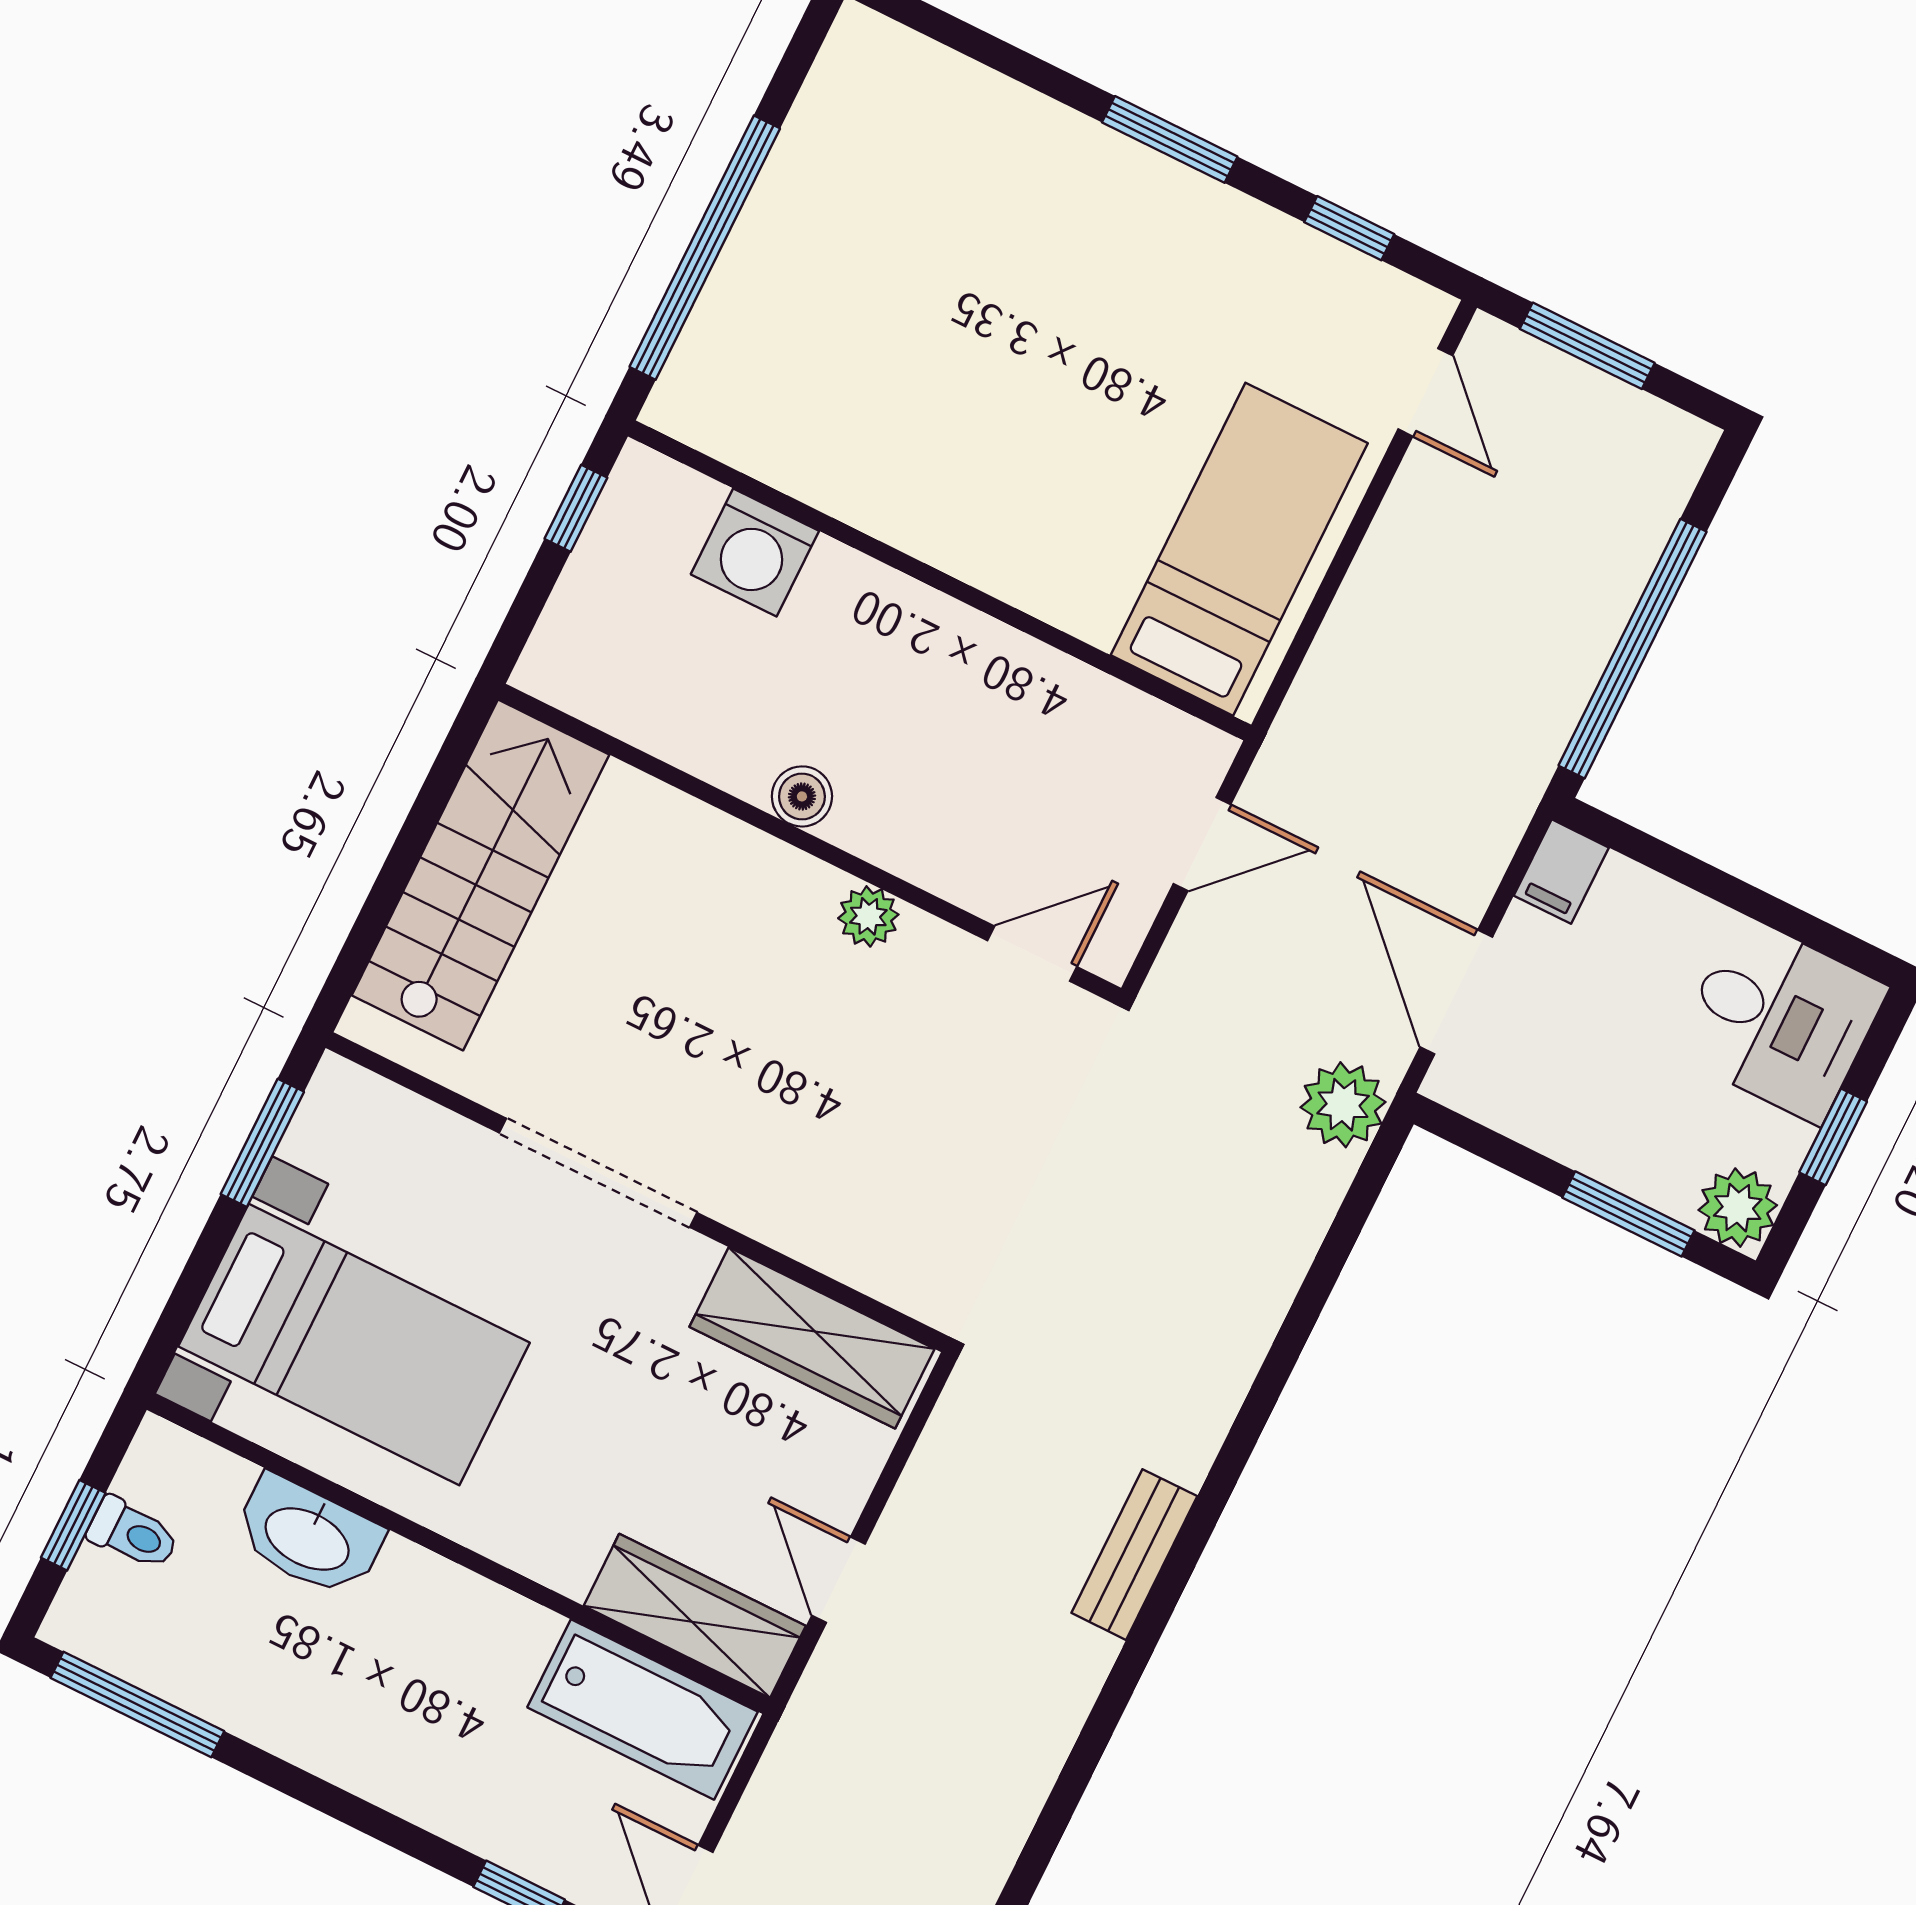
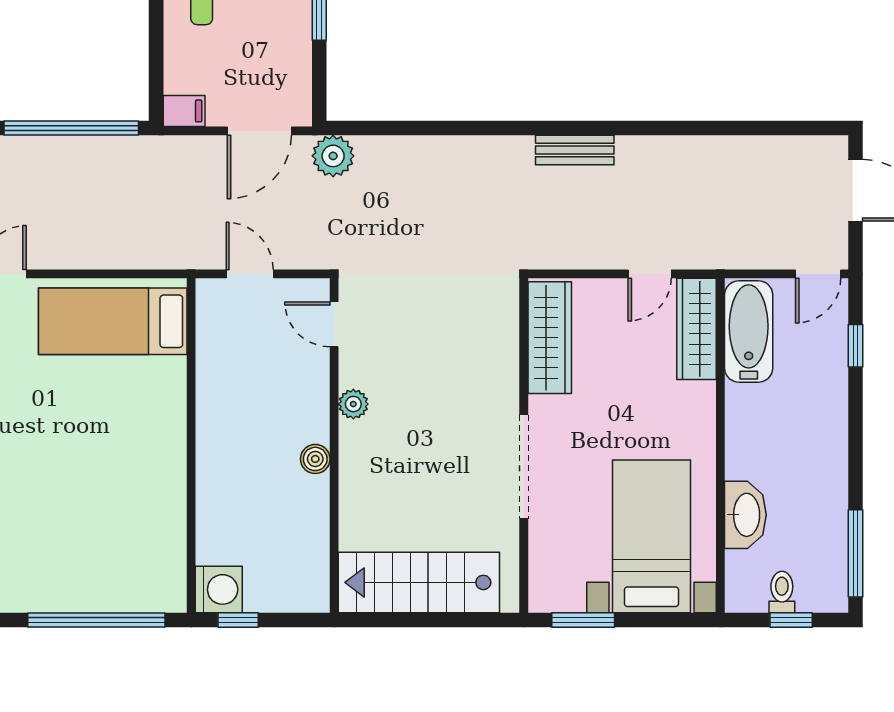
washing machine: (755, 553) -> (219, 589), moved

